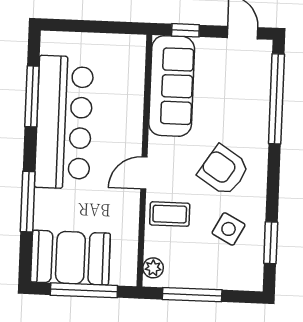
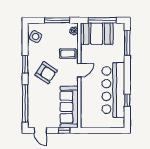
window: (32, 96) -> (127, 100), width x0.46
window: (28, 202) -> (127, 43), moved
side table: (229, 229) -> (36, 37), moved
window: (271, 243) -> (25, 64), moved
booth: (70, 258) -> (97, 34), moved

